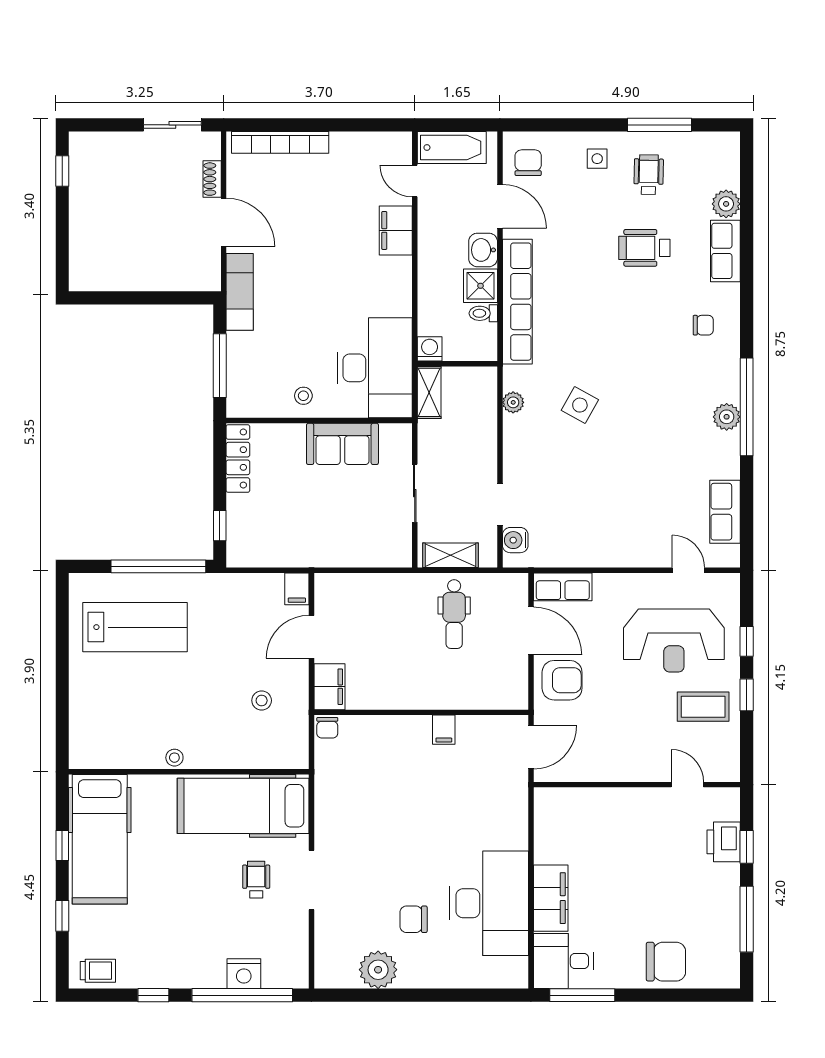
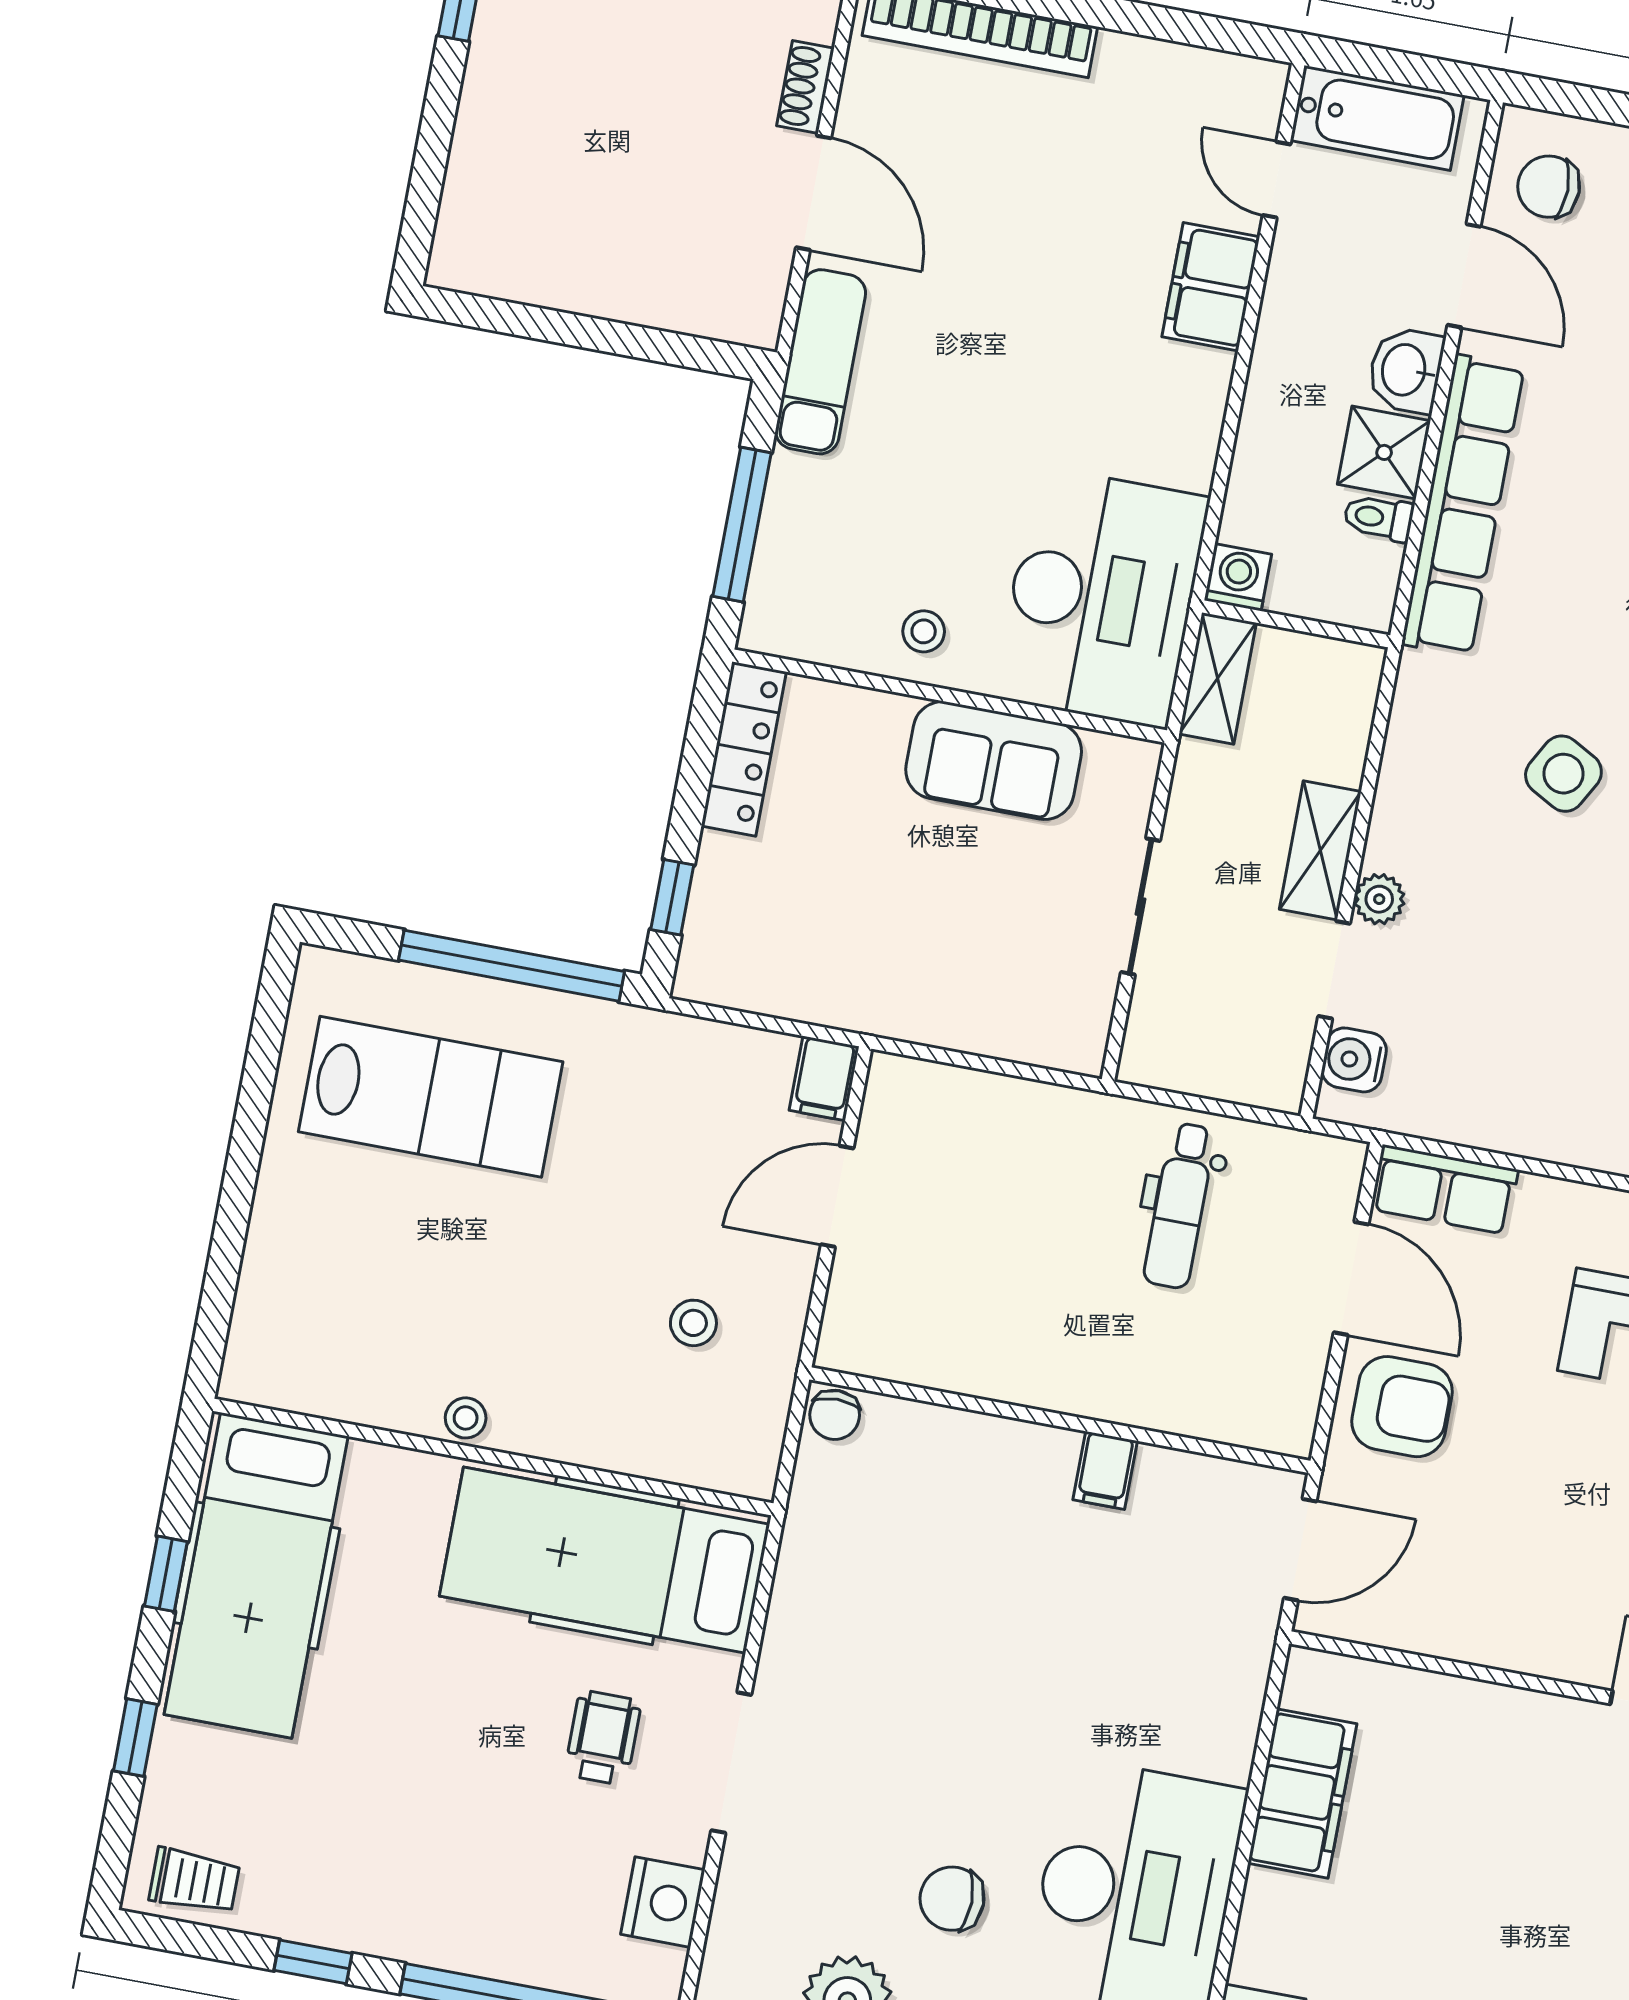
chair: (528, 163) -> (1549, 187), turned -90
plant: (513, 402) -> (1379, 899), moved
shelving: (451, 555) -> (1320, 850), moved, turned 90
filing cabinet: (329, 687) -> (857, 1320), removed
filing cabinet: (551, 898) -> (1302, 1794), moved
nightstand: (244, 974) -> (663, 1902), moved, turned -90

